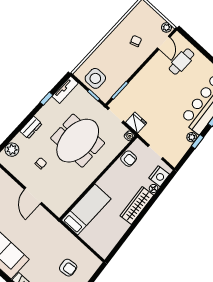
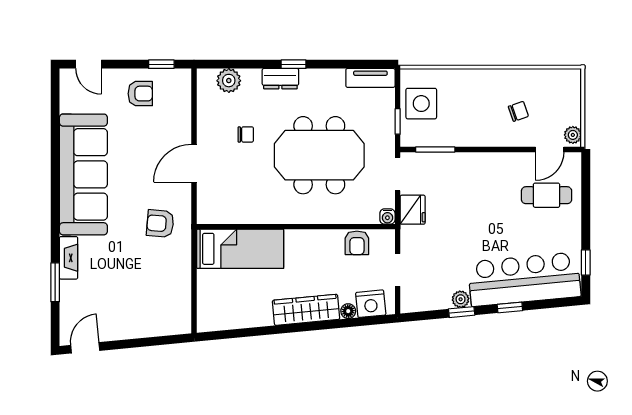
window: (46, 99) -> (294, 64), moved
armchair: (68, 268) -> (160, 224), moved, turned 102

